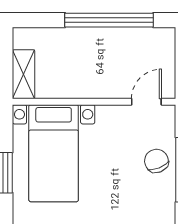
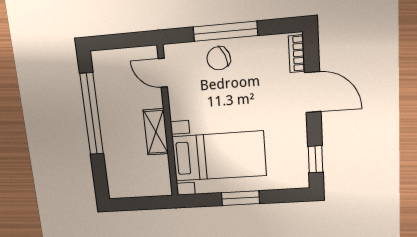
shelving: (24, 74) -> (156, 132), moved, turned 90

